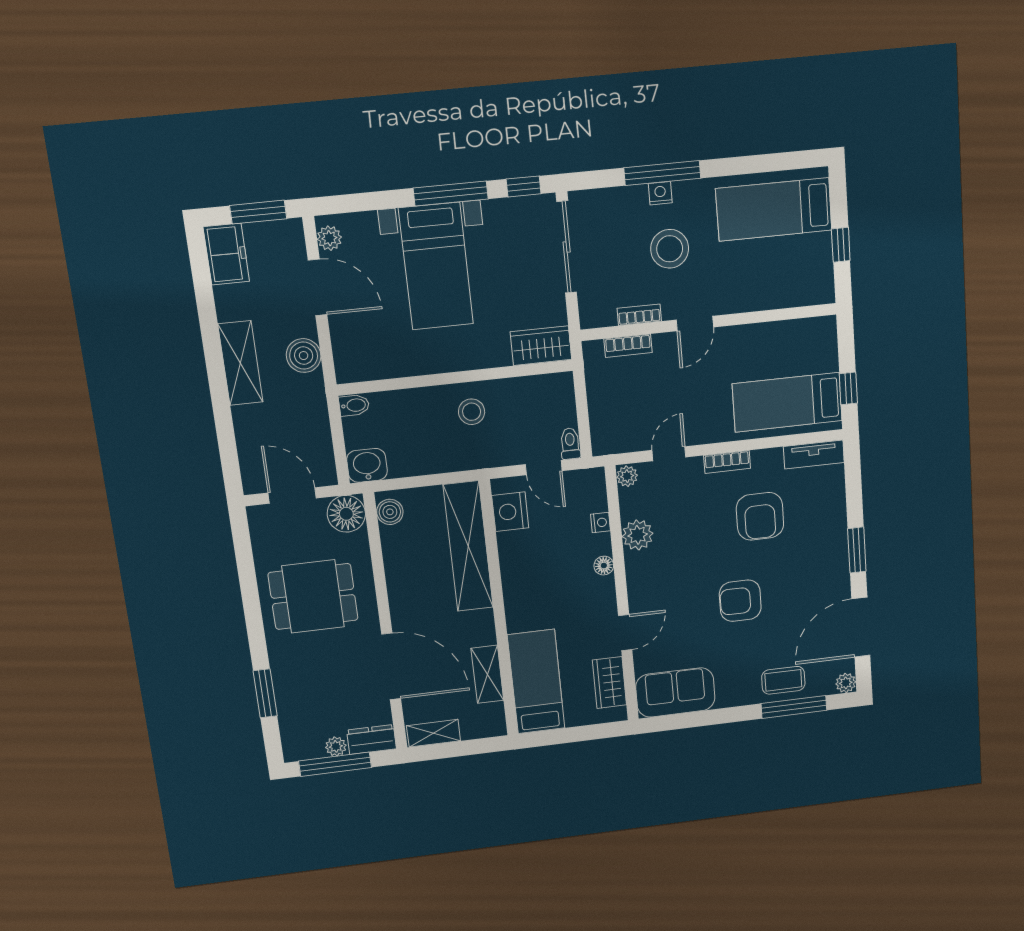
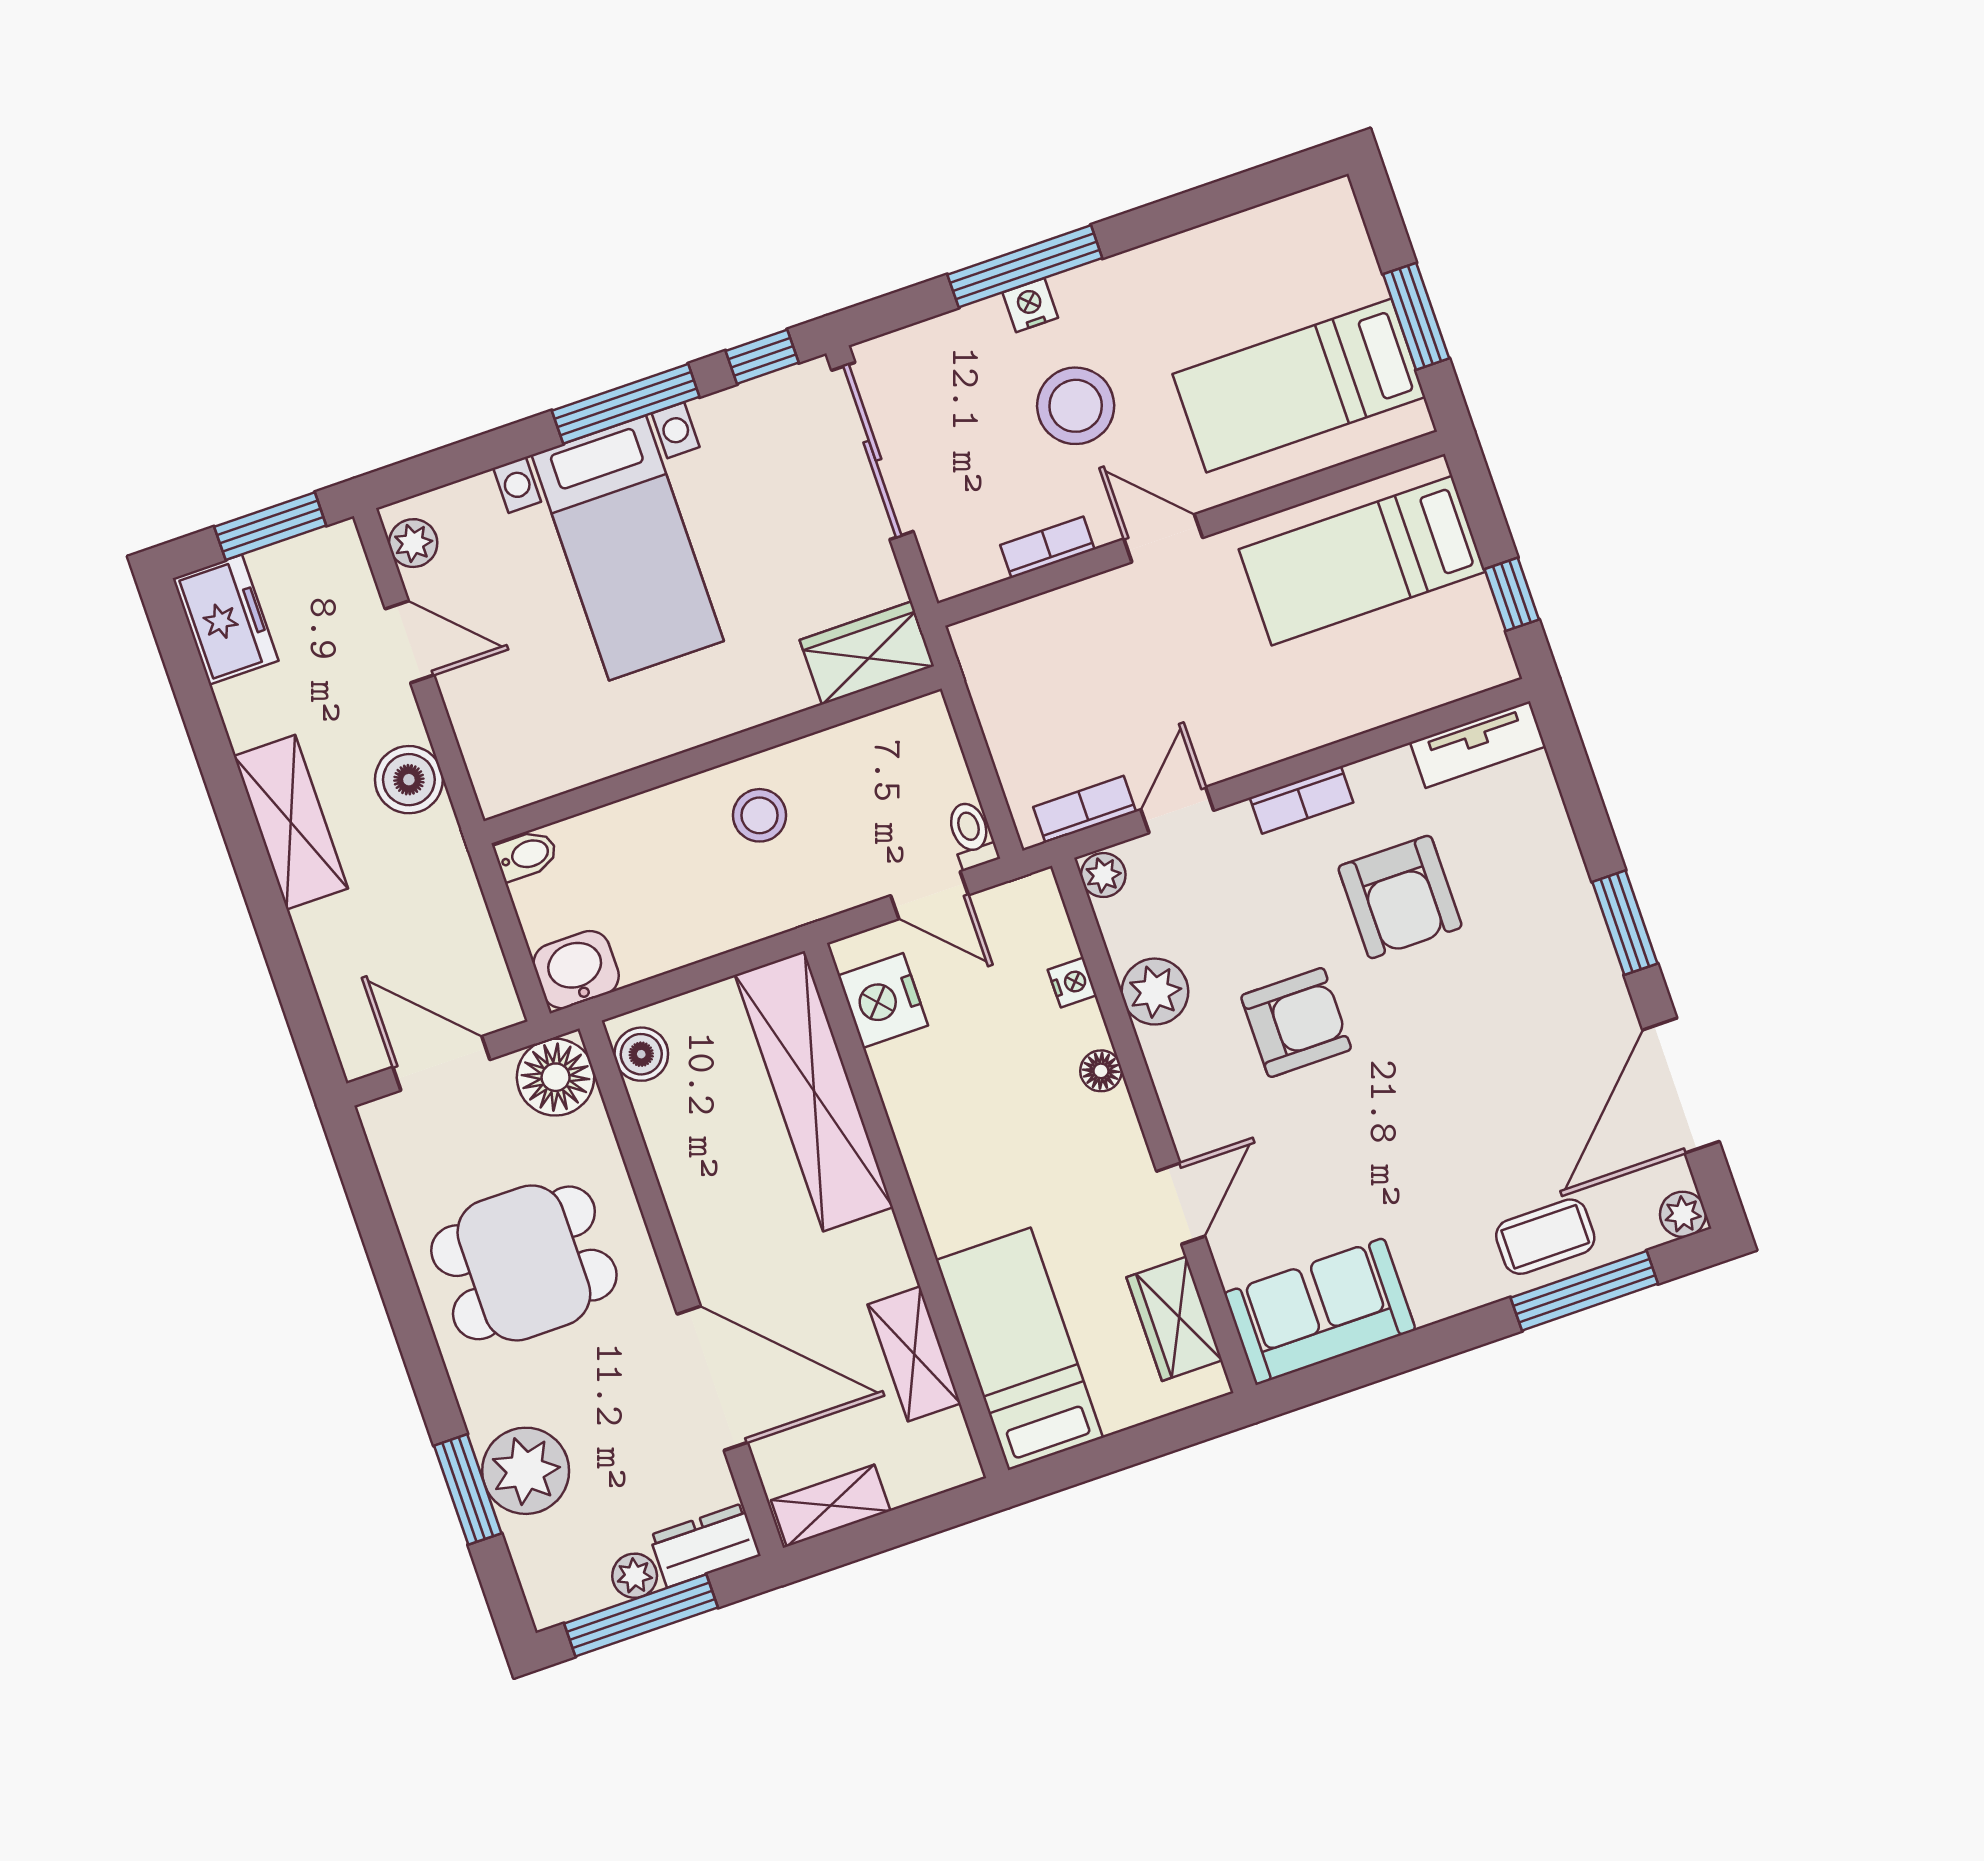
bed: (774, 209) -> (1299, 386), moved
window: (841, 245) -> (1416, 316), width x1.50
door: (318, 287) -> (410, 642), width x0.73
door: (695, 323) -> (1163, 538), swing flipped
bookcase: (628, 346) -> (1085, 809), moved, turned 180
bed: (787, 402) -> (1362, 561), moved
armchair: (740, 601) -> (1296, 1022), moved, turned 180
plant: (294, 690) -> (526, 1471), added

